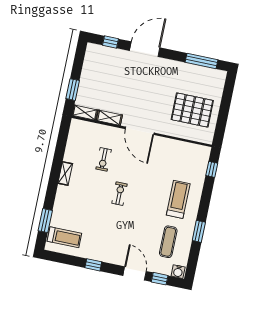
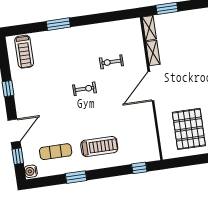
shelving: (65, 174) -> (85, 30), removed
window: (45, 221) -> (58, 24), moved

